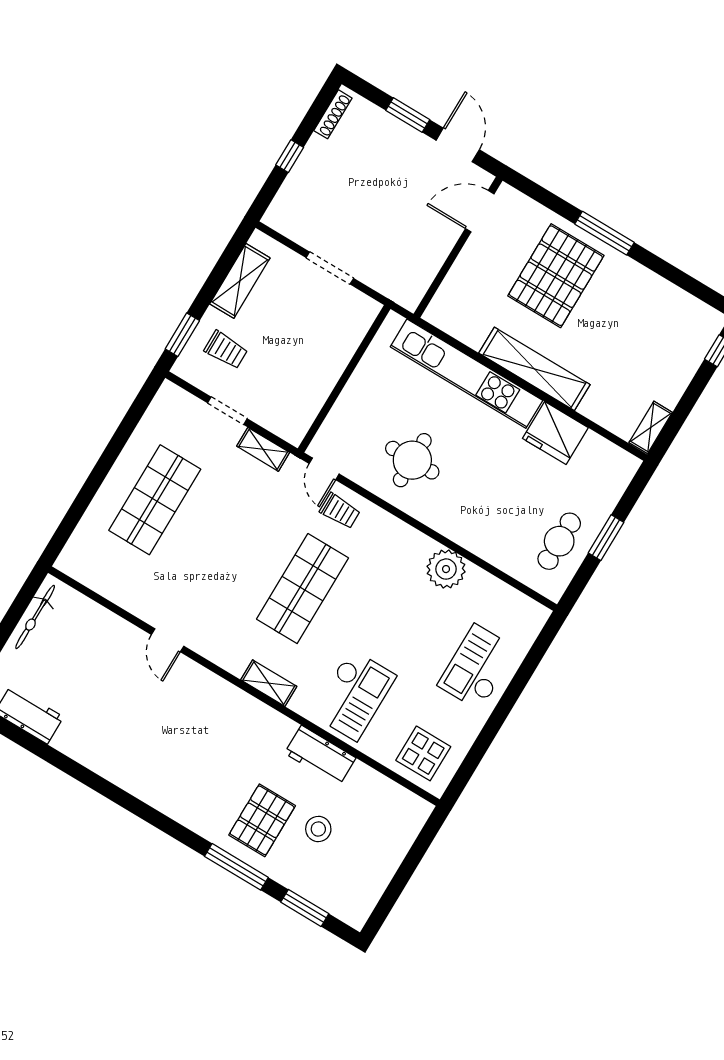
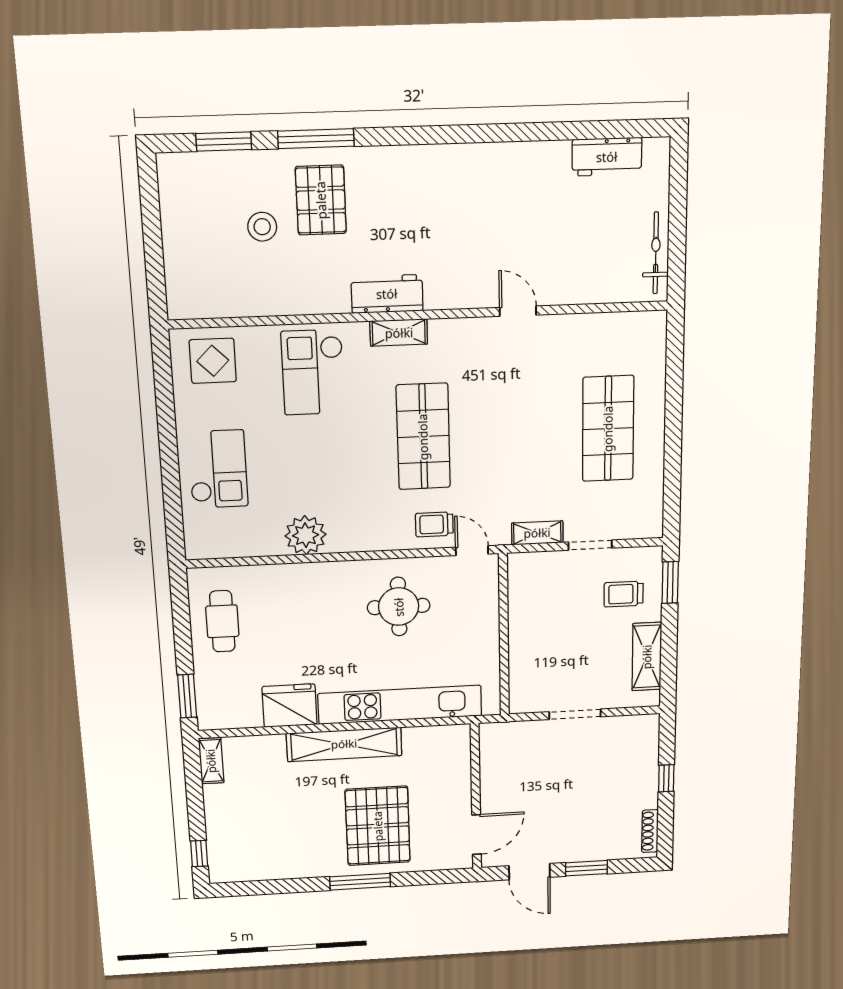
window: (606, 538) -> (187, 696), moved
workbench: (320, 756) -> (387, 294), moved

